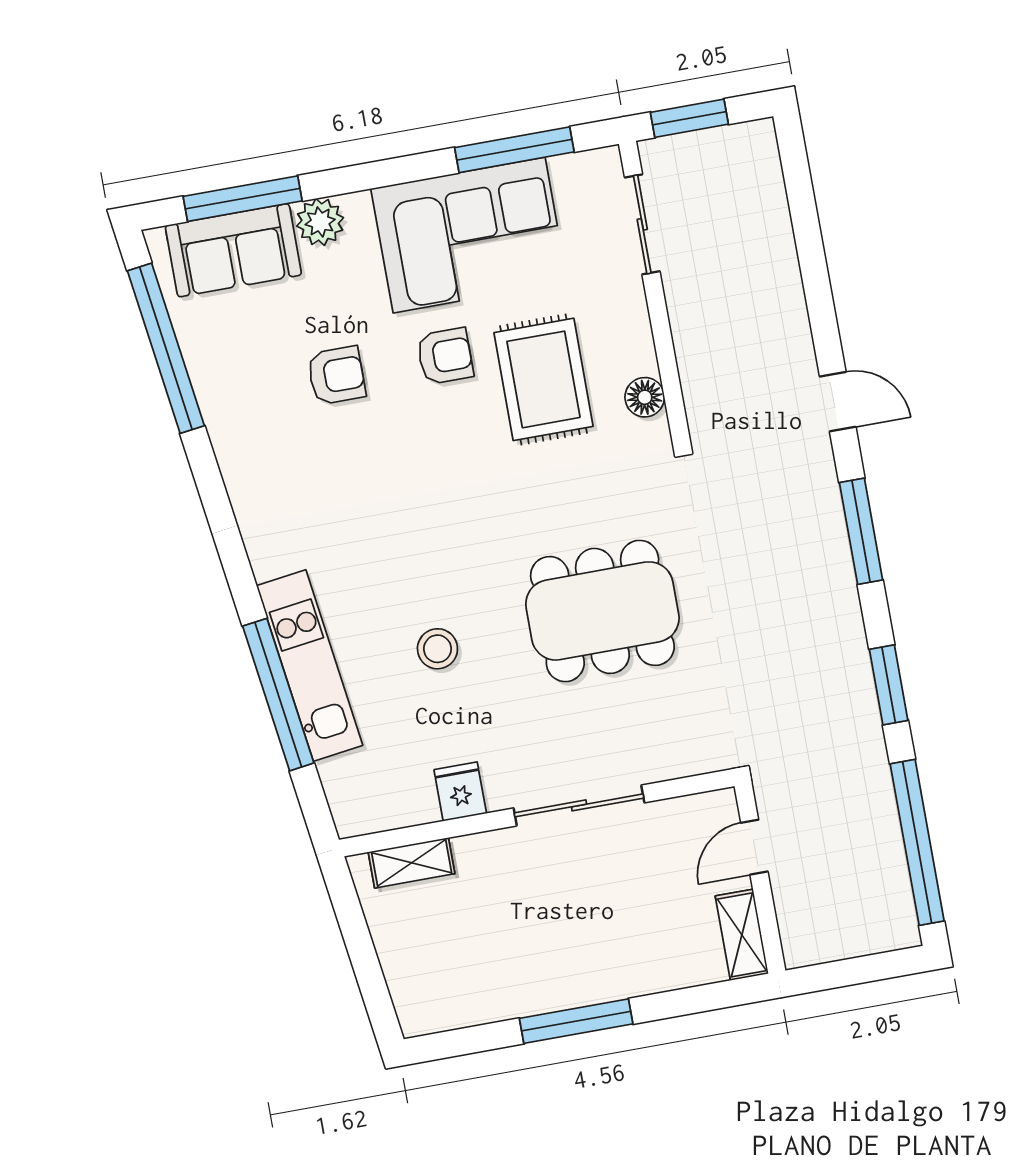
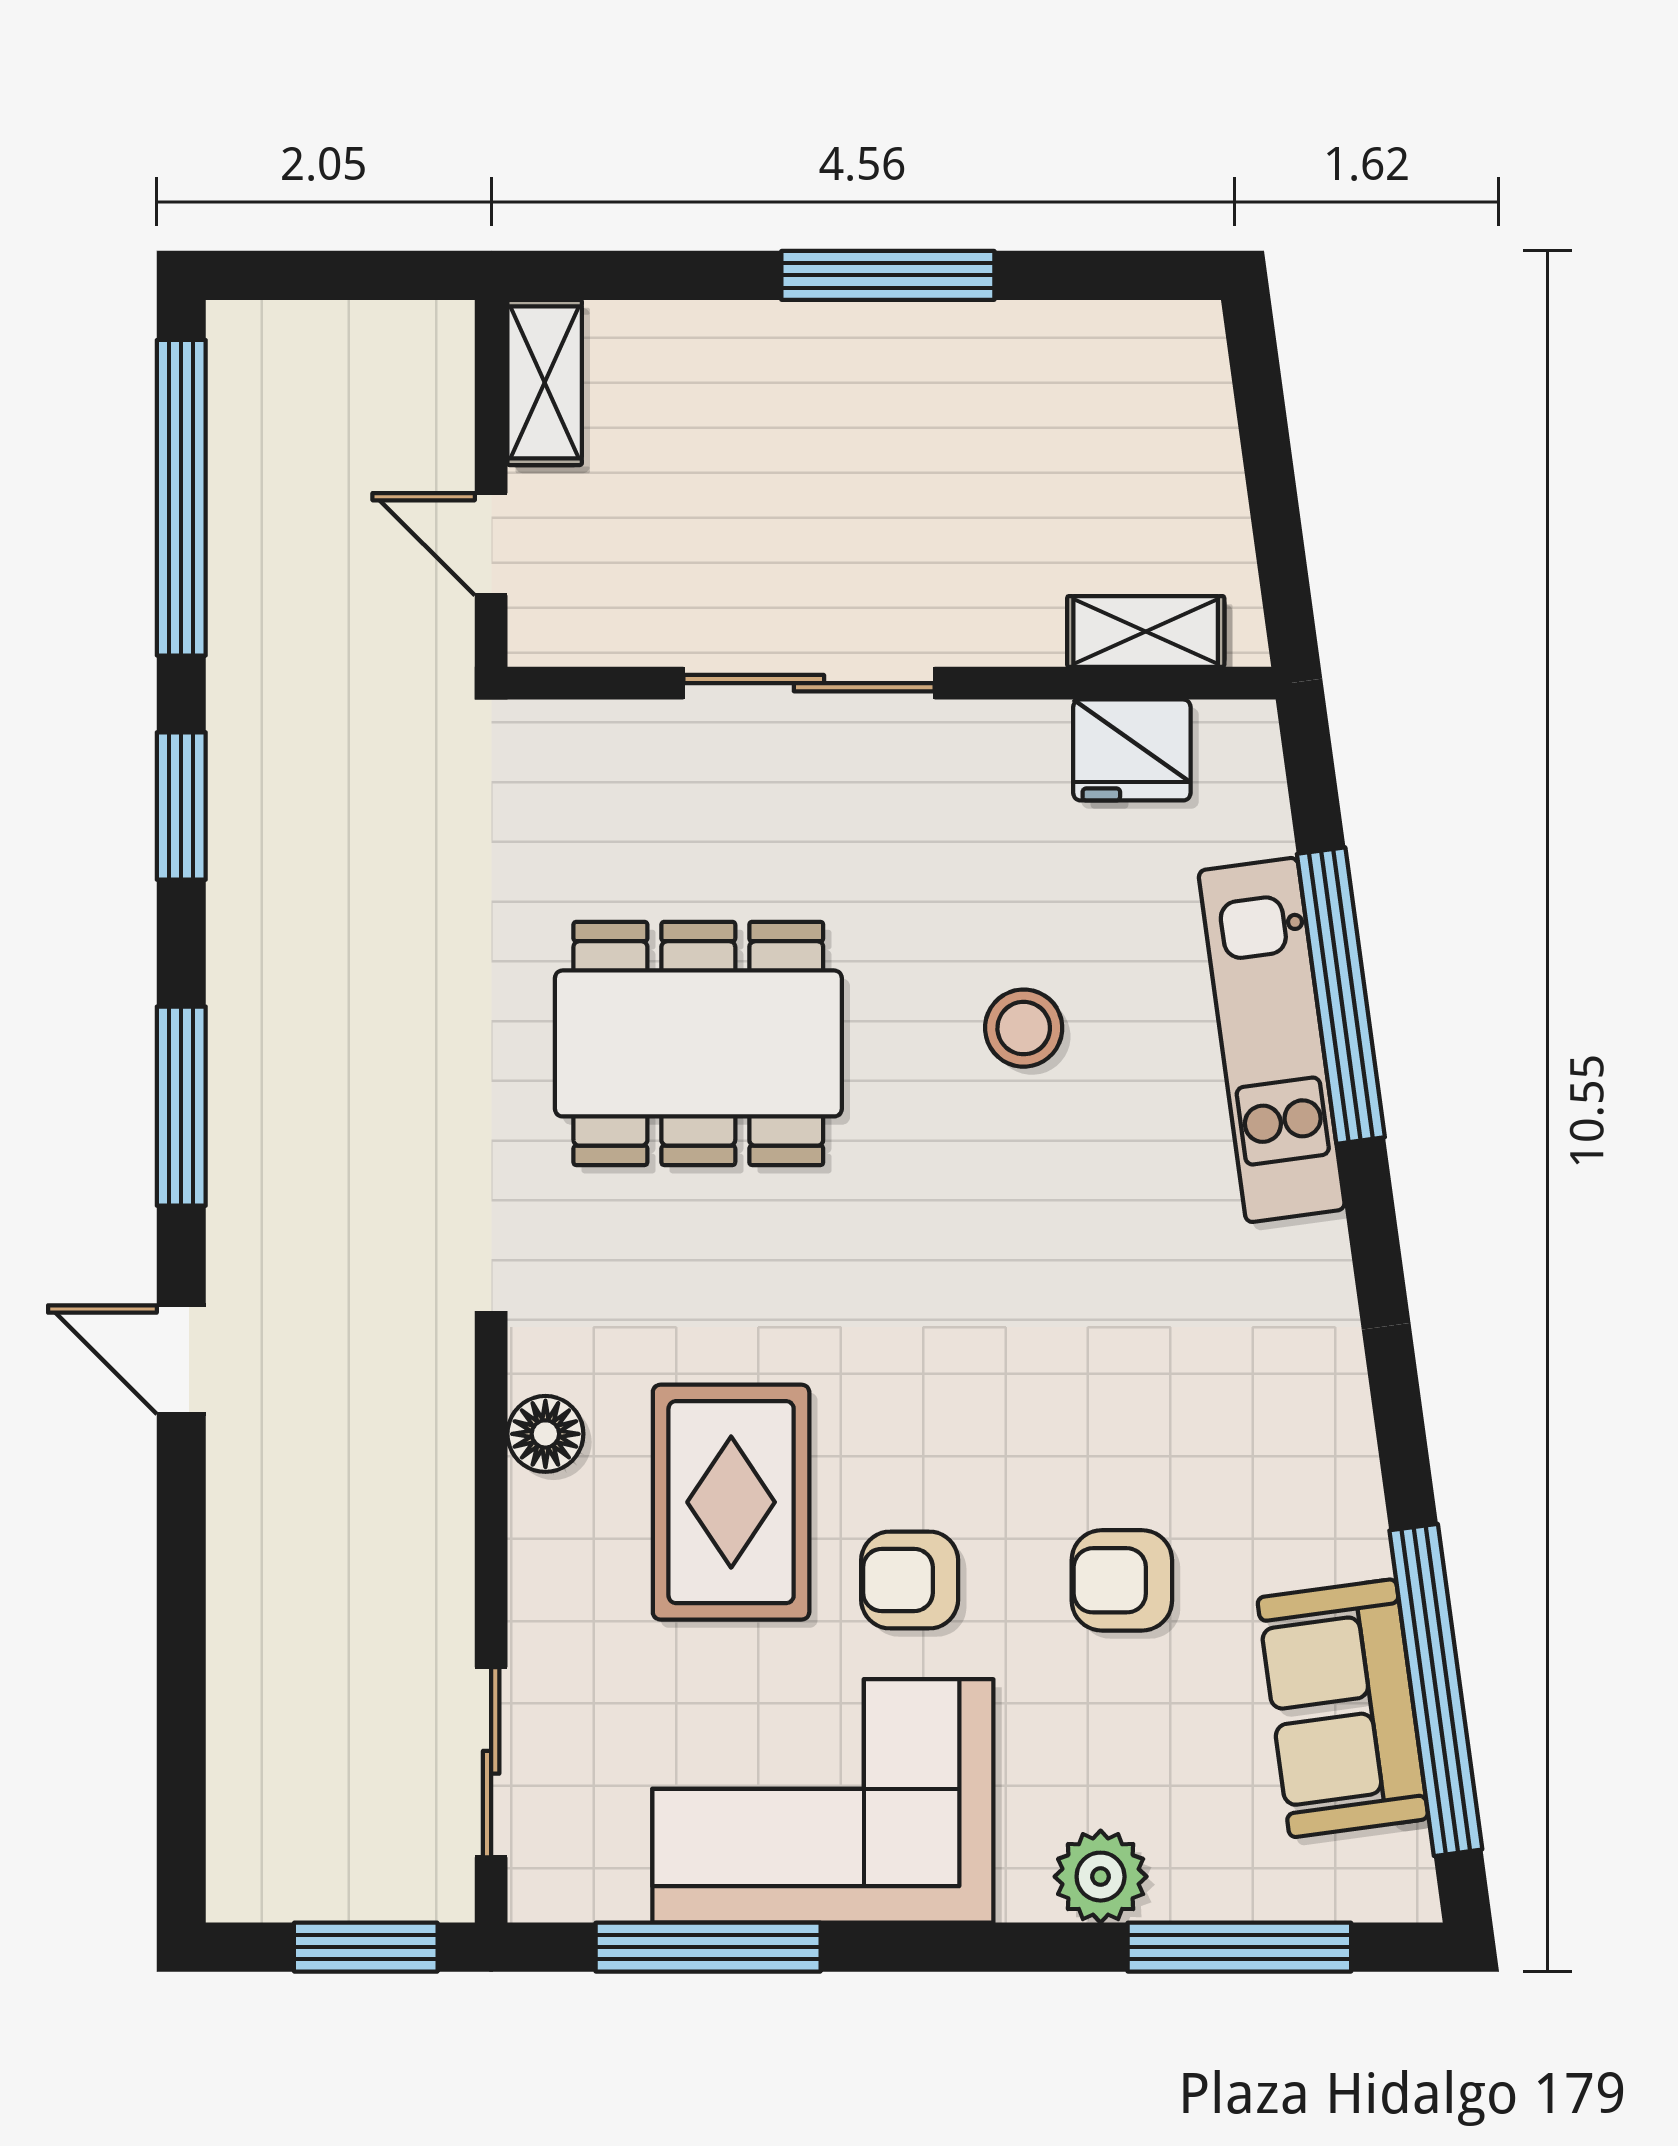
sofa: (233, 250) -> (1343, 1708), moved, turned -98
fridge: (460, 791) -> (1132, 750), moved, width x1.38
door: (754, 847) -> (491, 544), swing flipped

